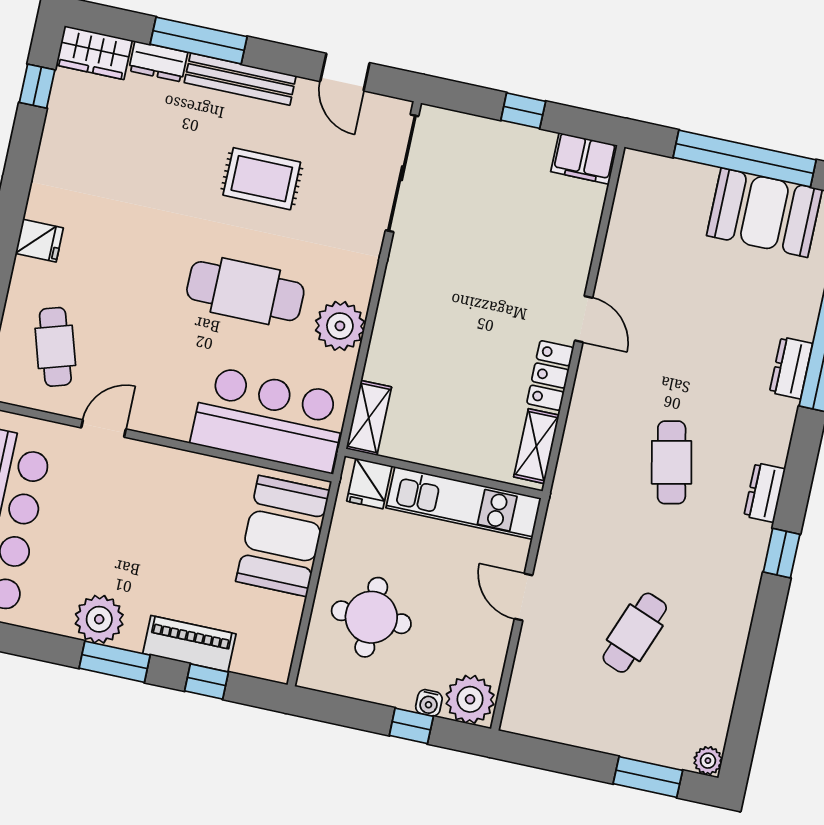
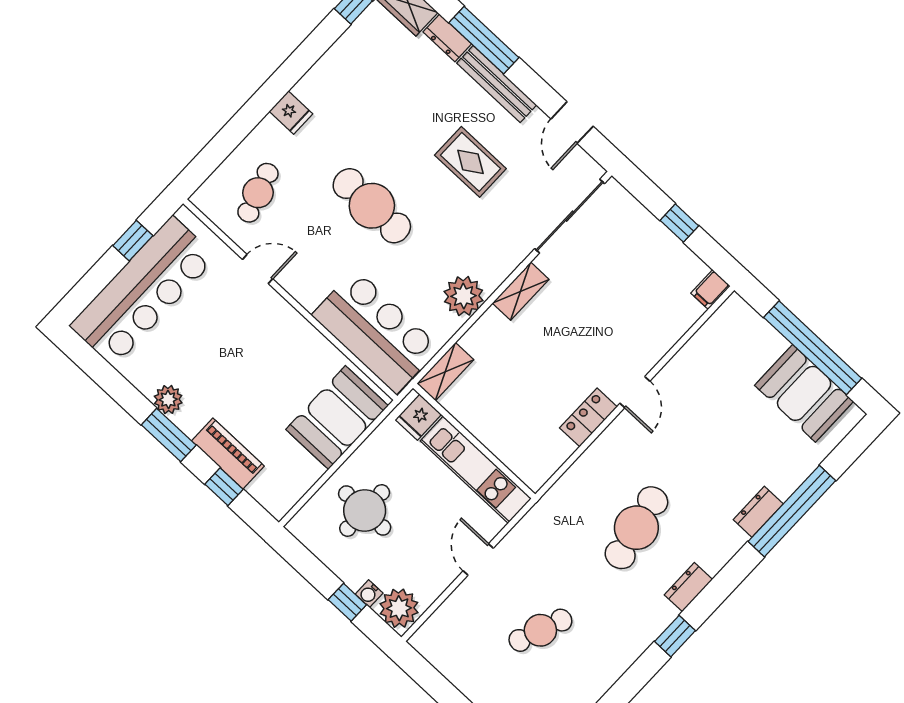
filing cabinet: (584, 158) -> (711, 290), width x0.50
cafe table: (245, 291) -> (372, 206), moved
shelving: (536, 446) -> (521, 291), moved
cafe table: (672, 462) -> (636, 528), width x1.37, depth x1.35
plant: (99, 619) -> (168, 399), width x0.73, depth x0.73

